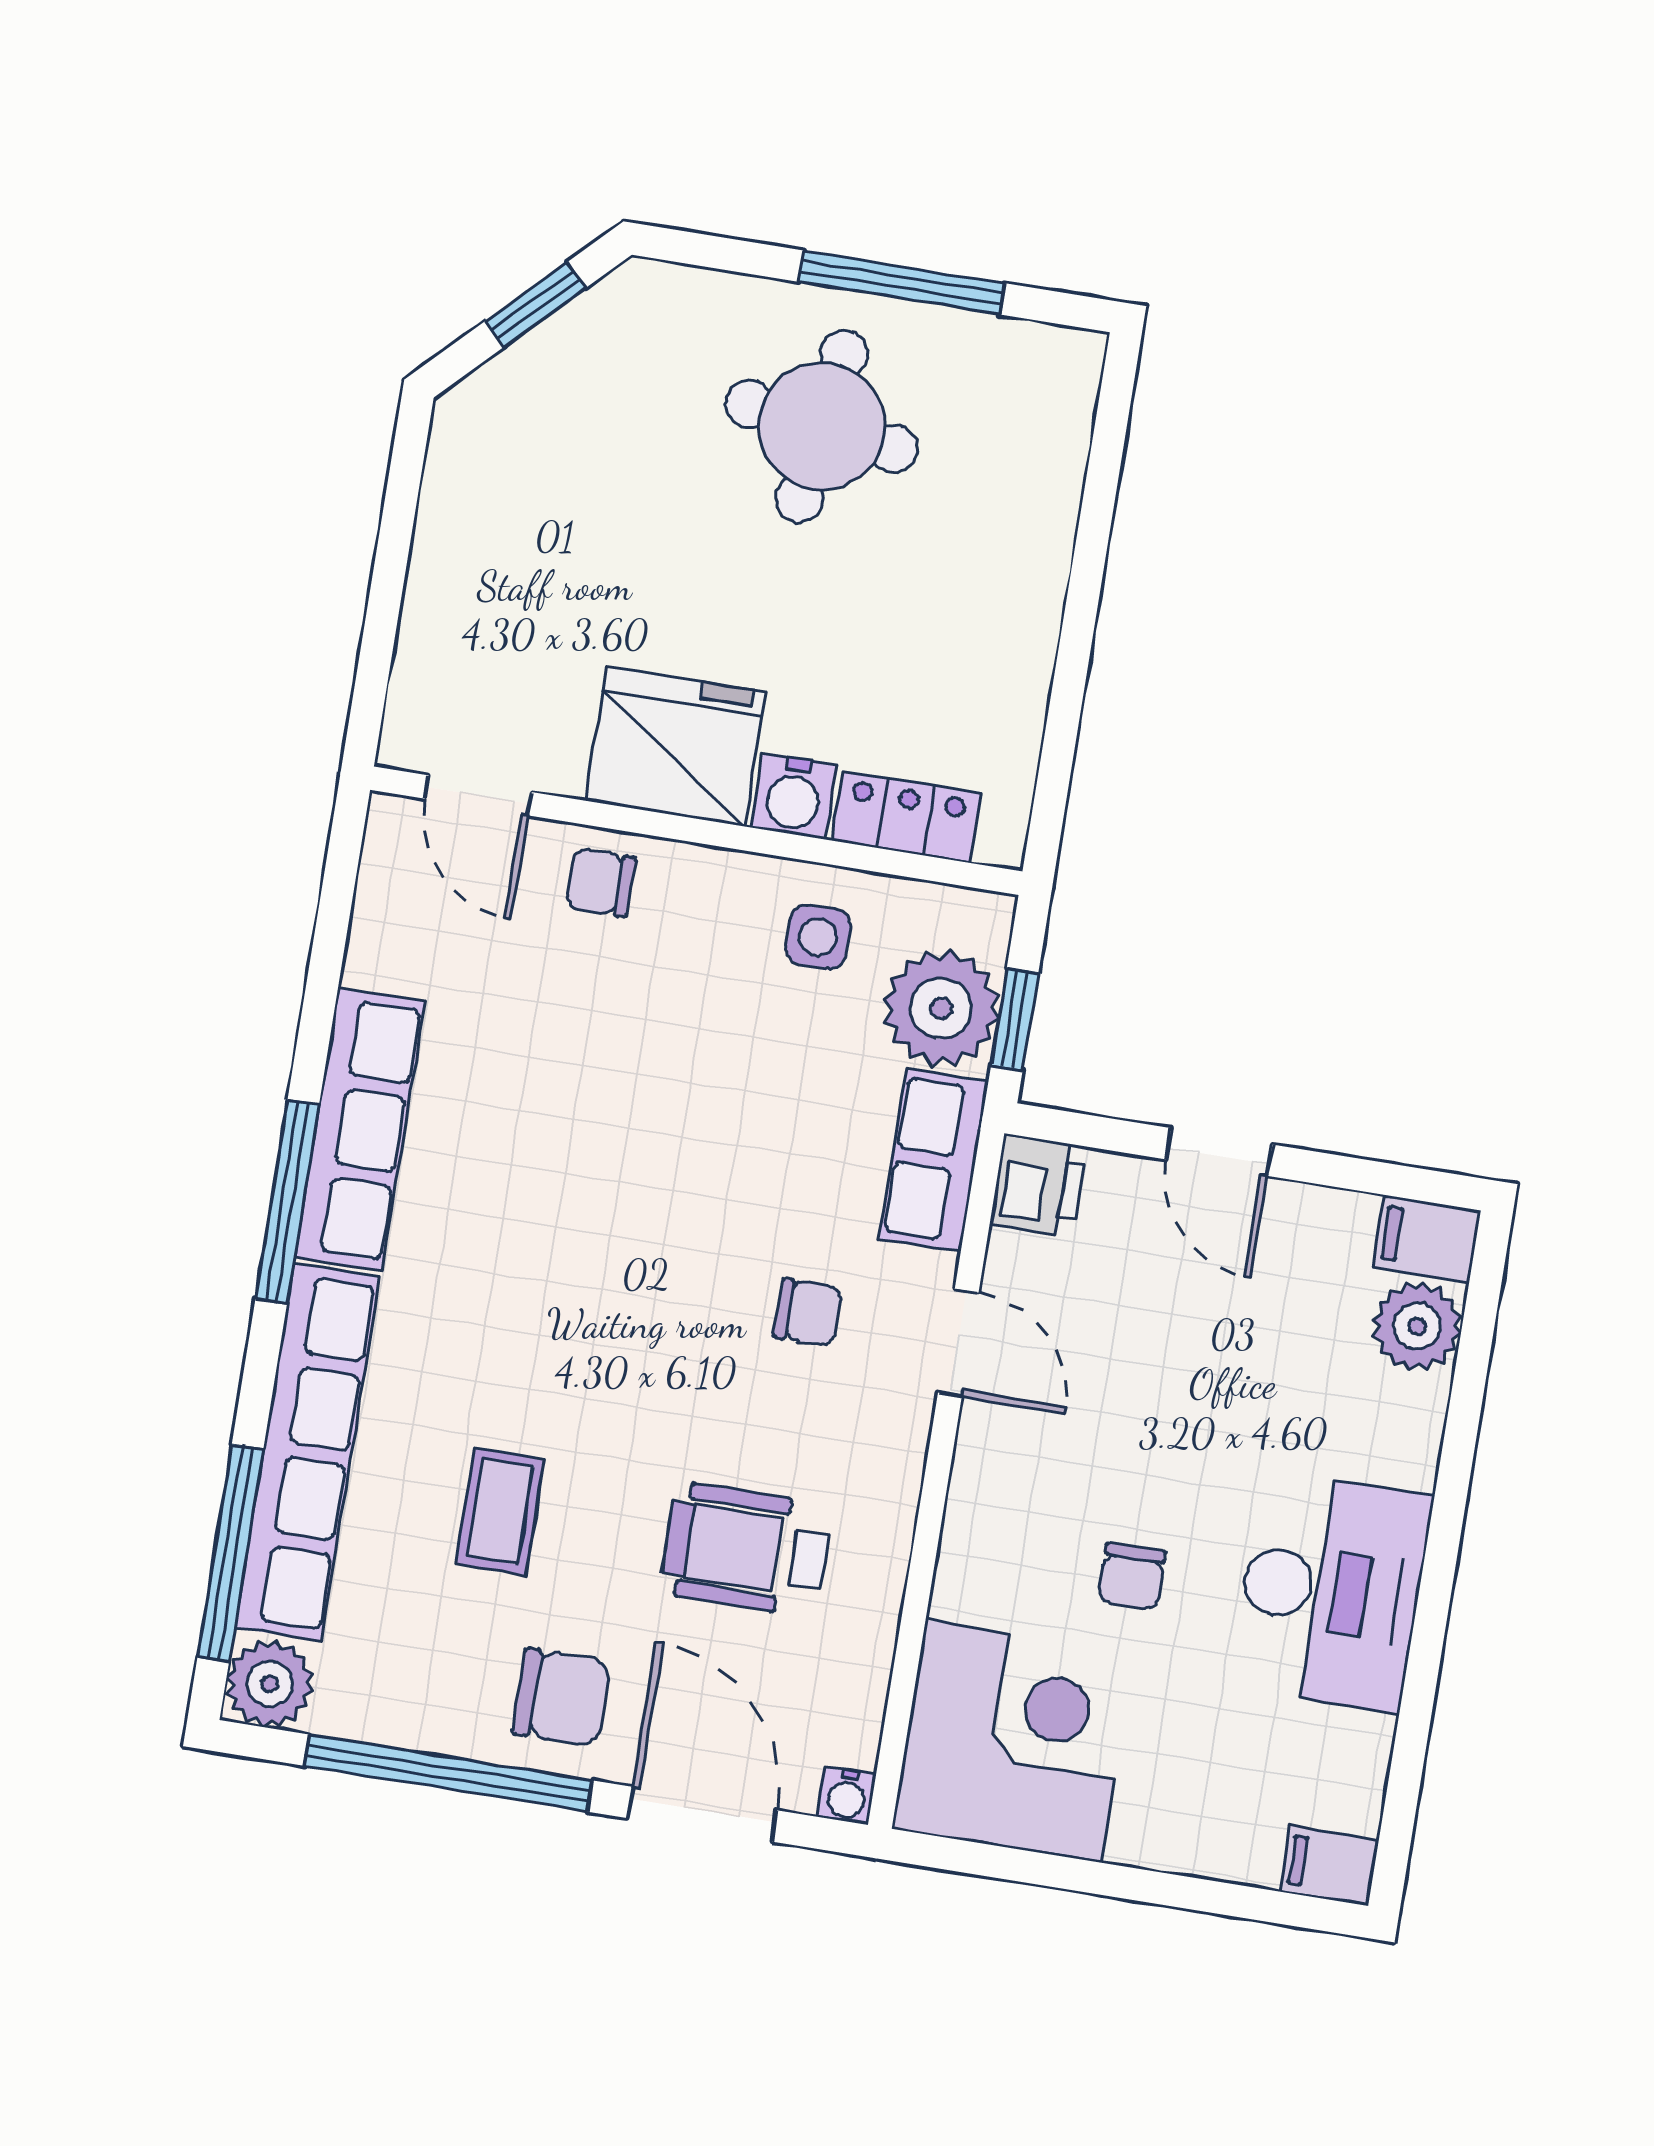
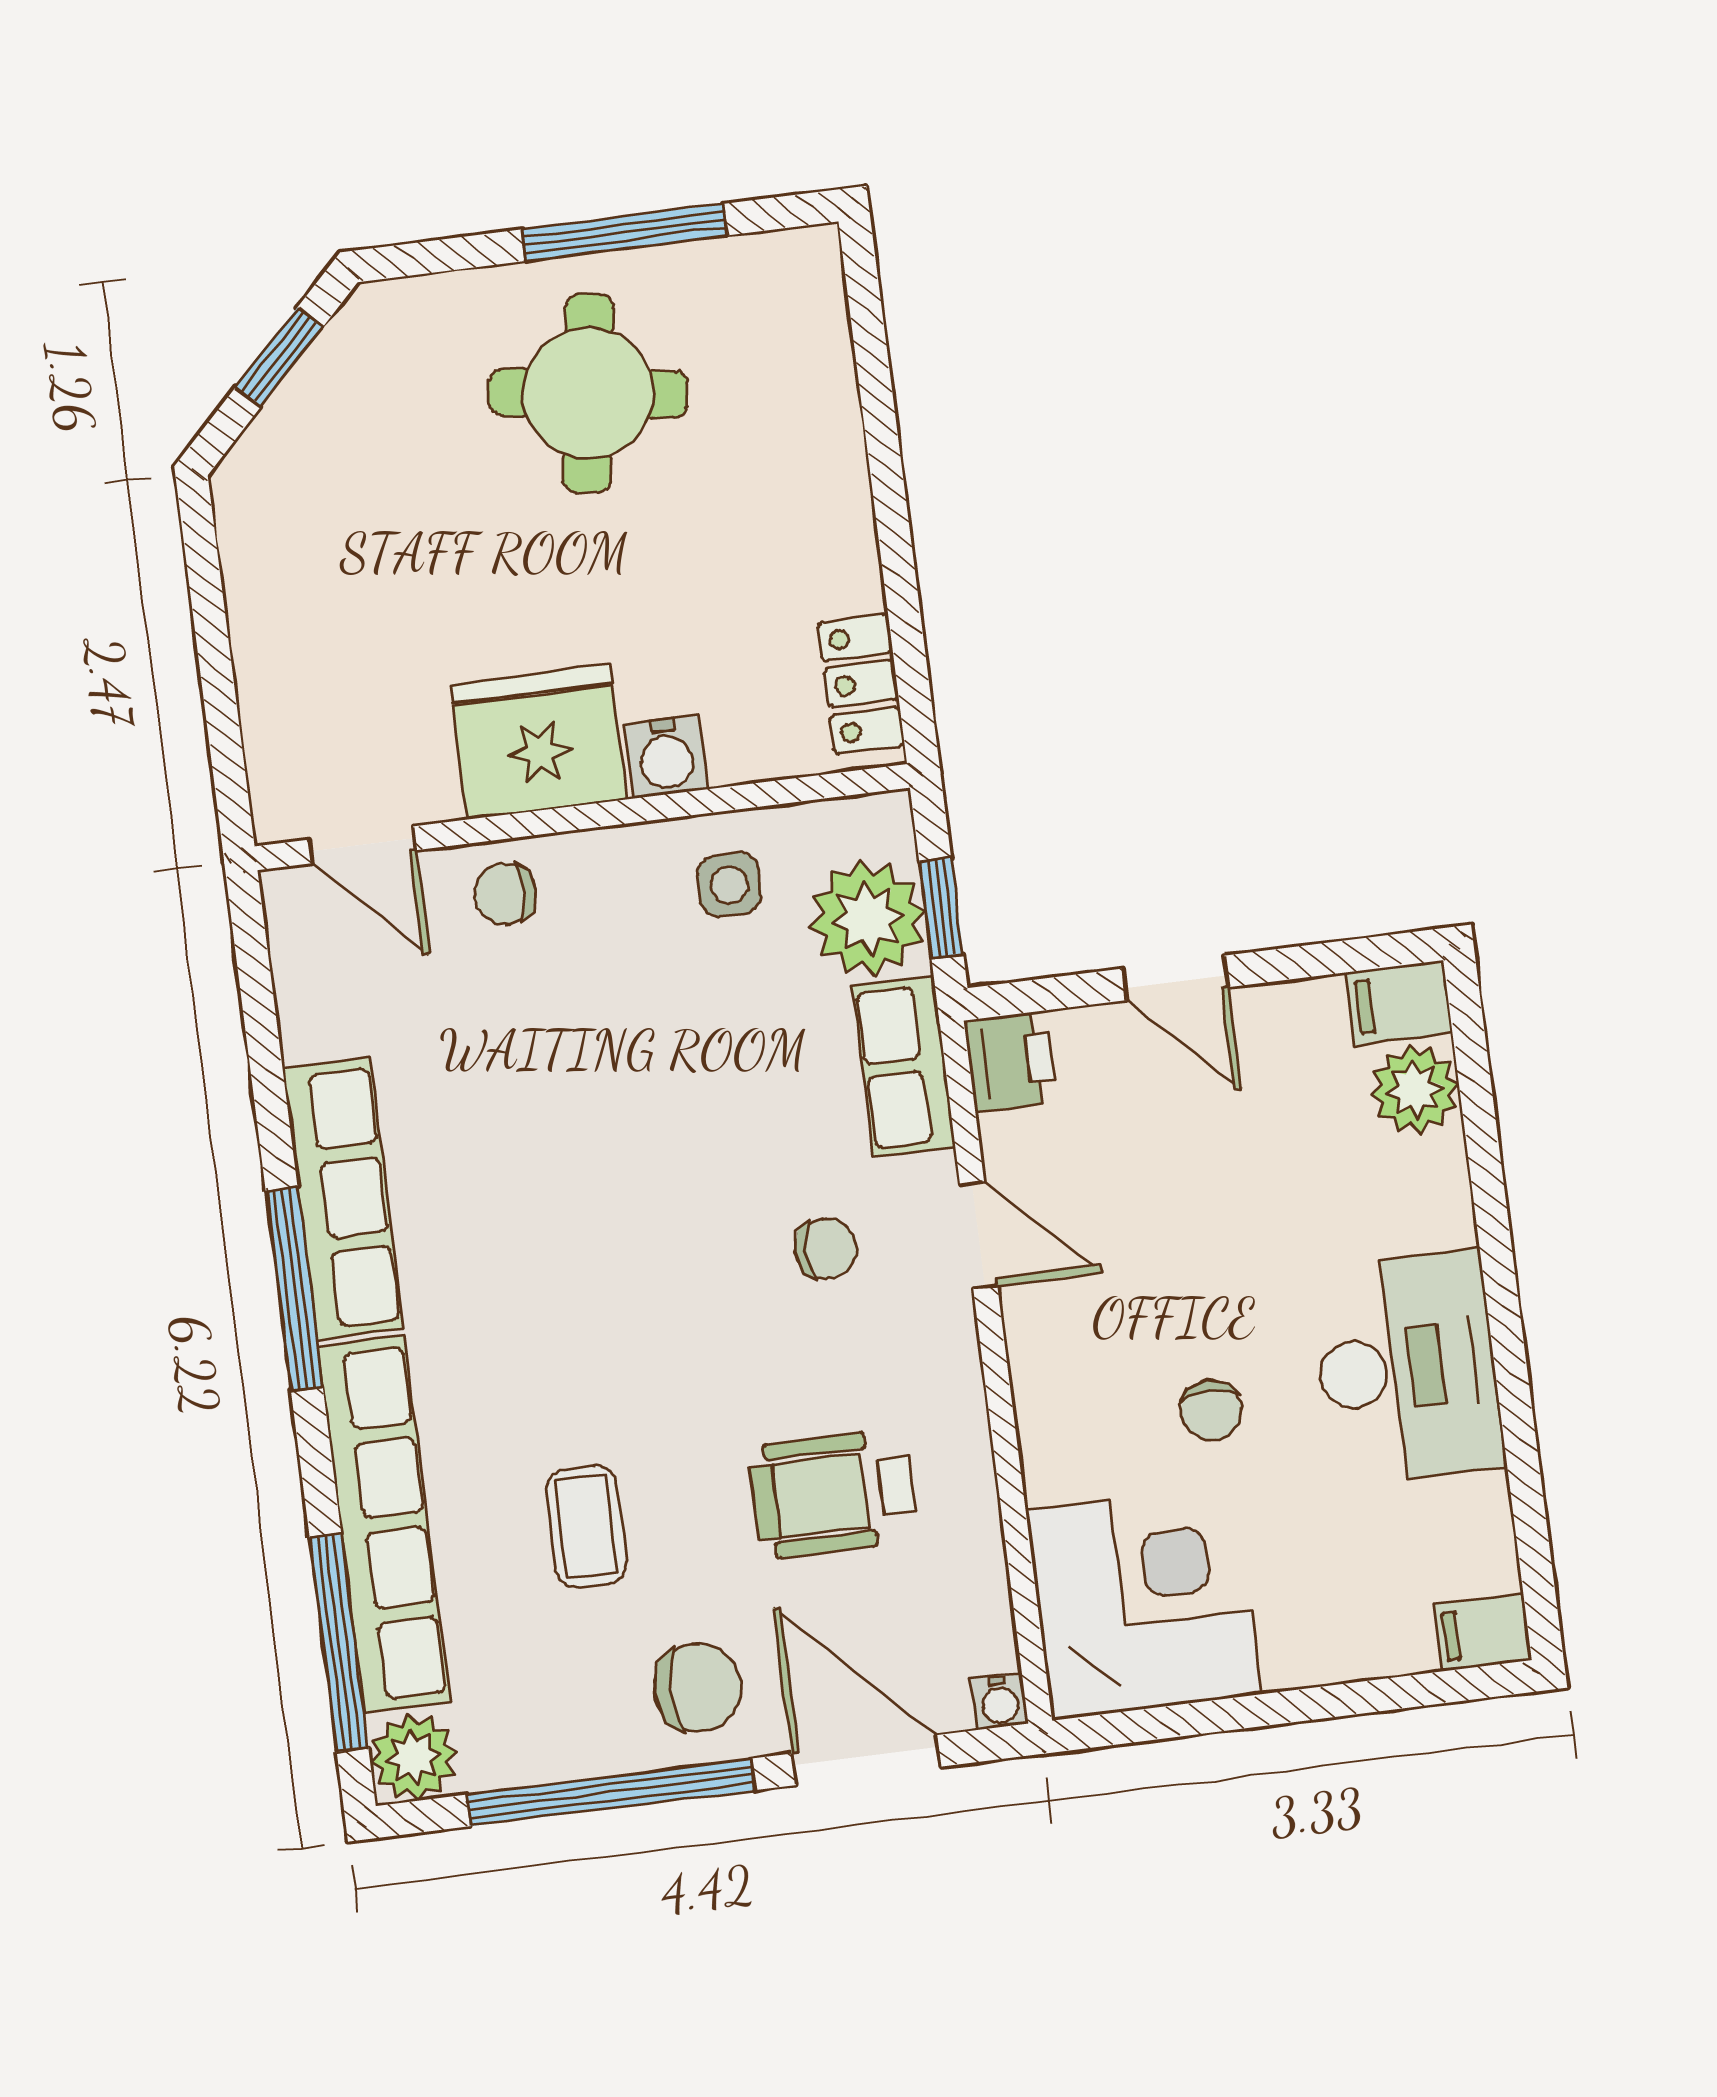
locker: (906, 817) -> (861, 684), moved, turned -90

